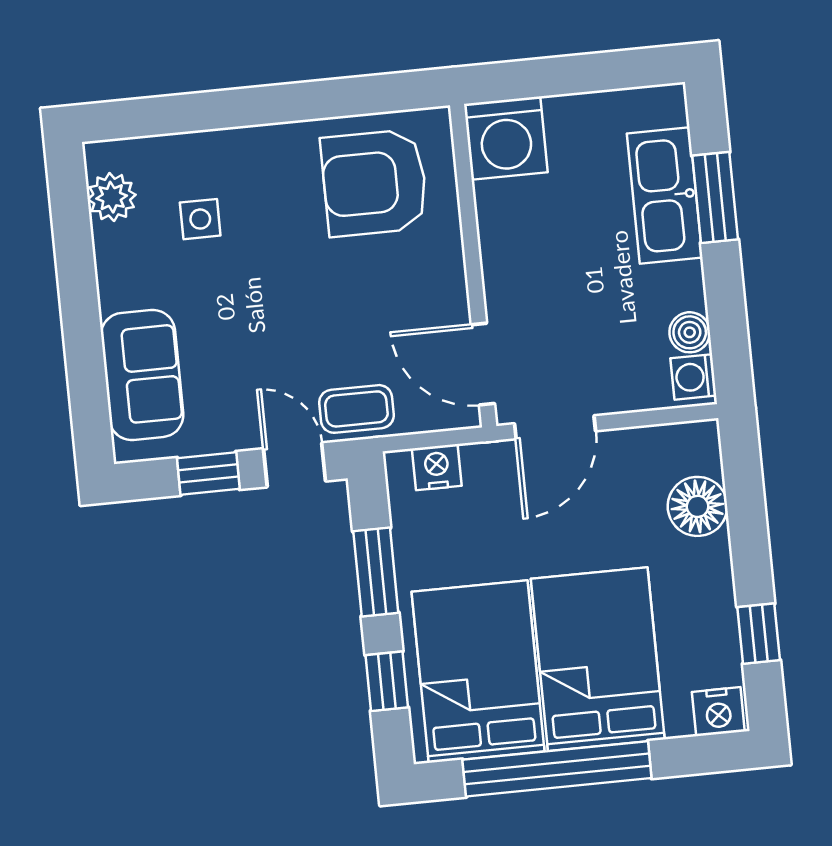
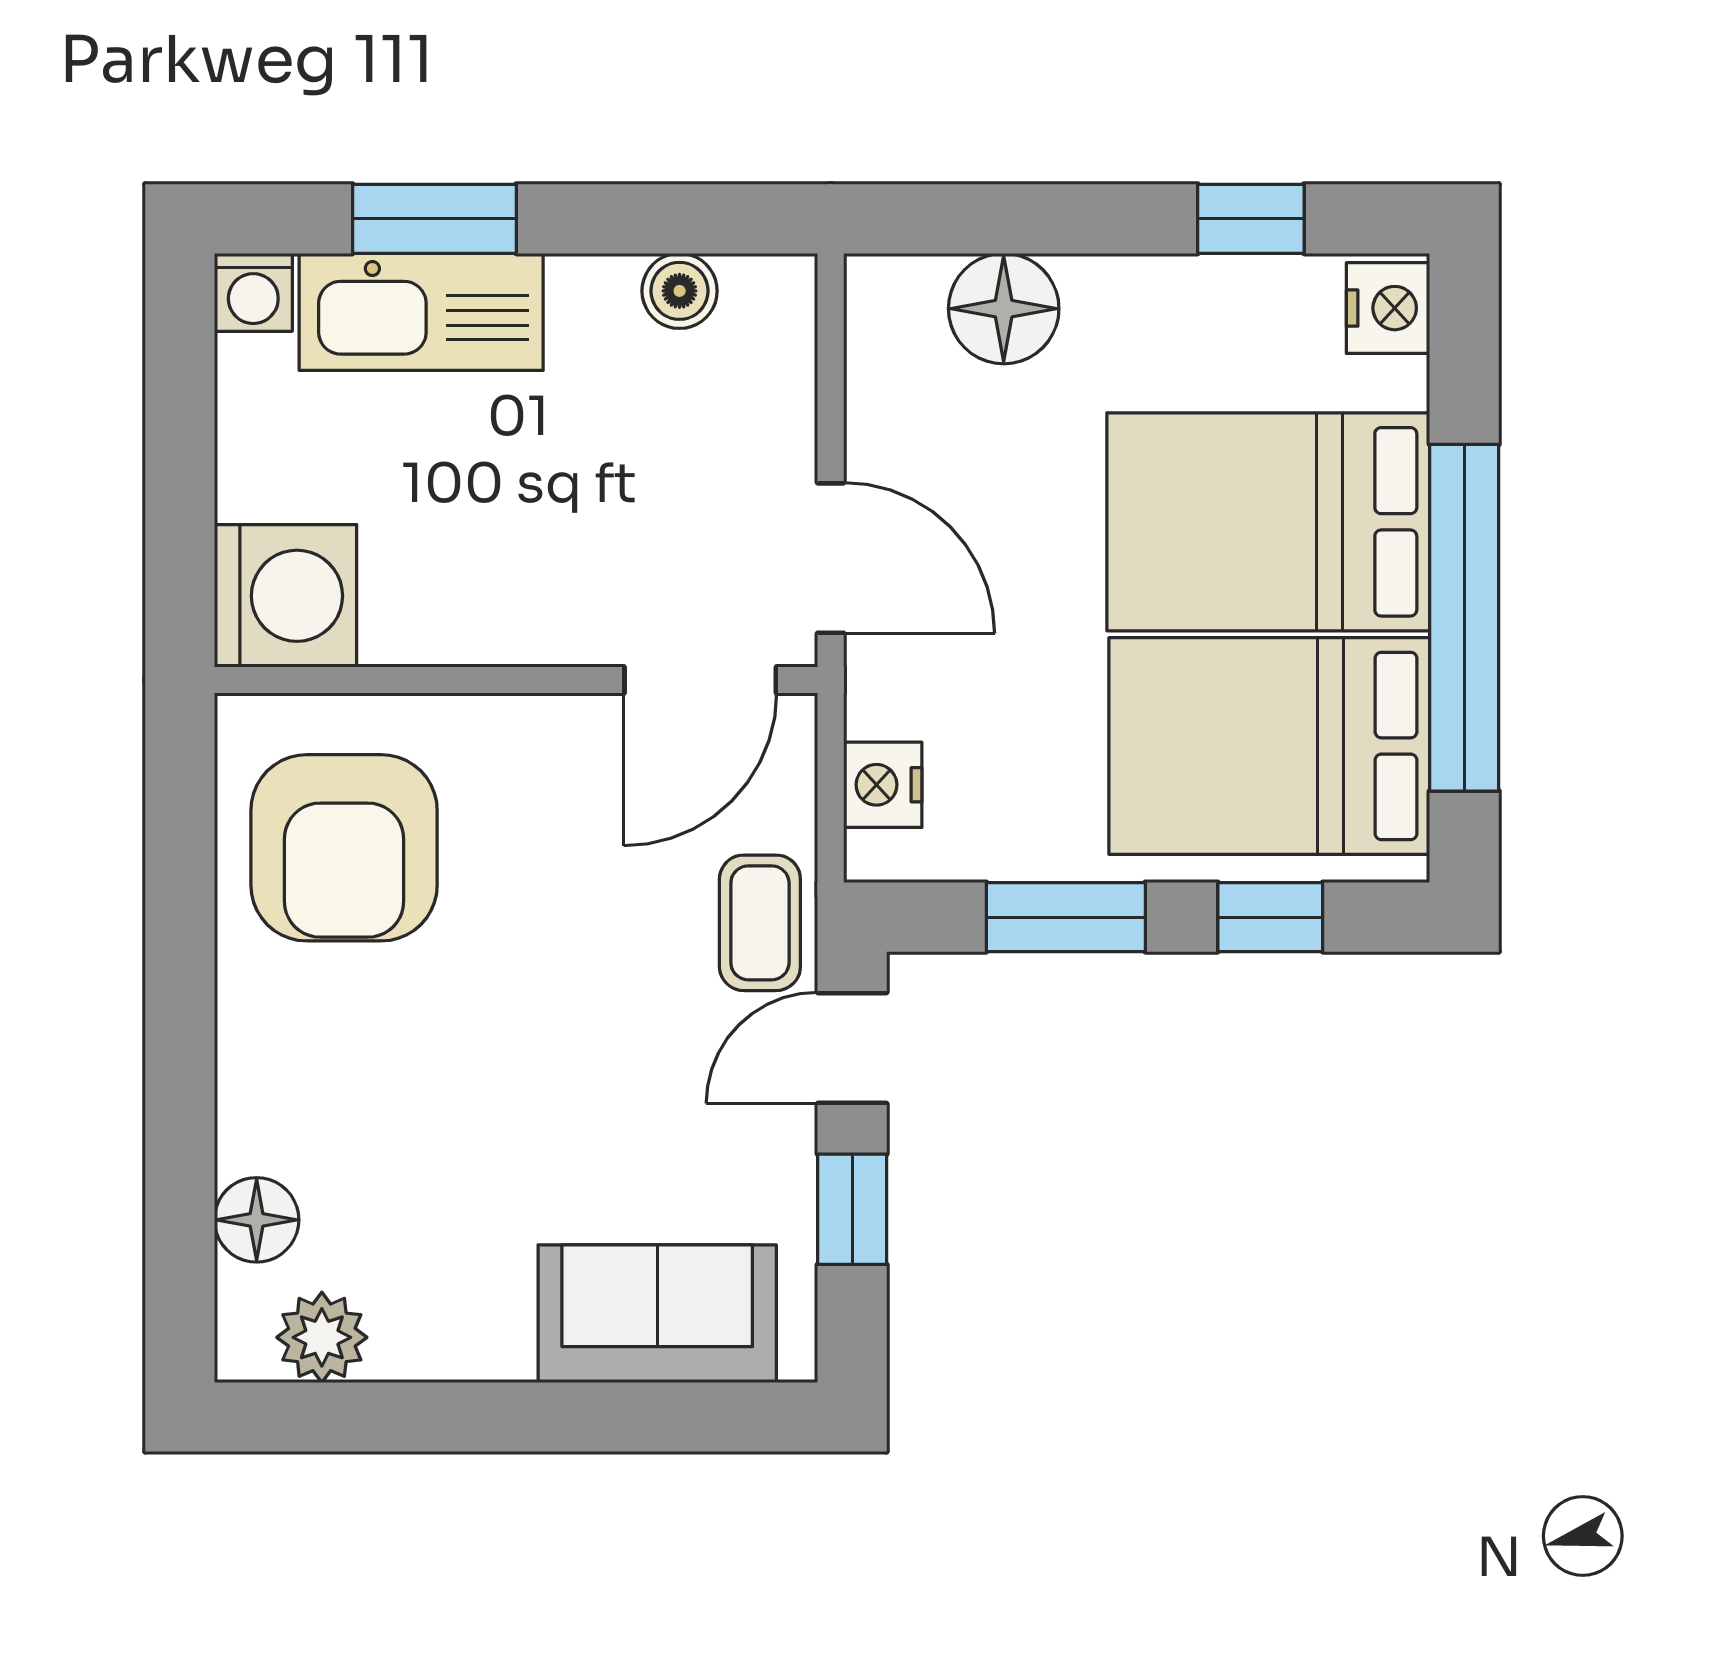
floor lamp: (171, 156) -> (257, 1220), added
side table: (200, 219) -> (379, 1177), removed
washing machine: (693, 377) -> (253, 292), moved

